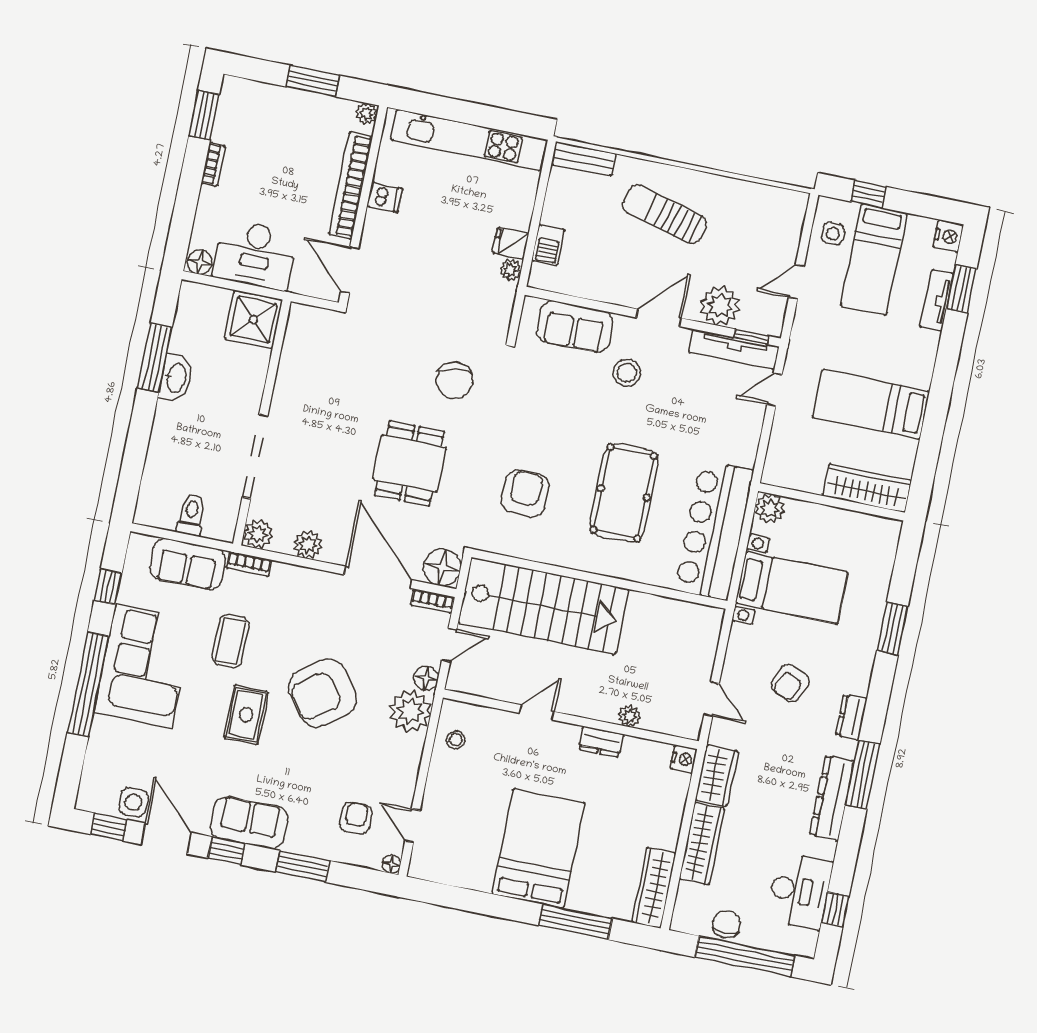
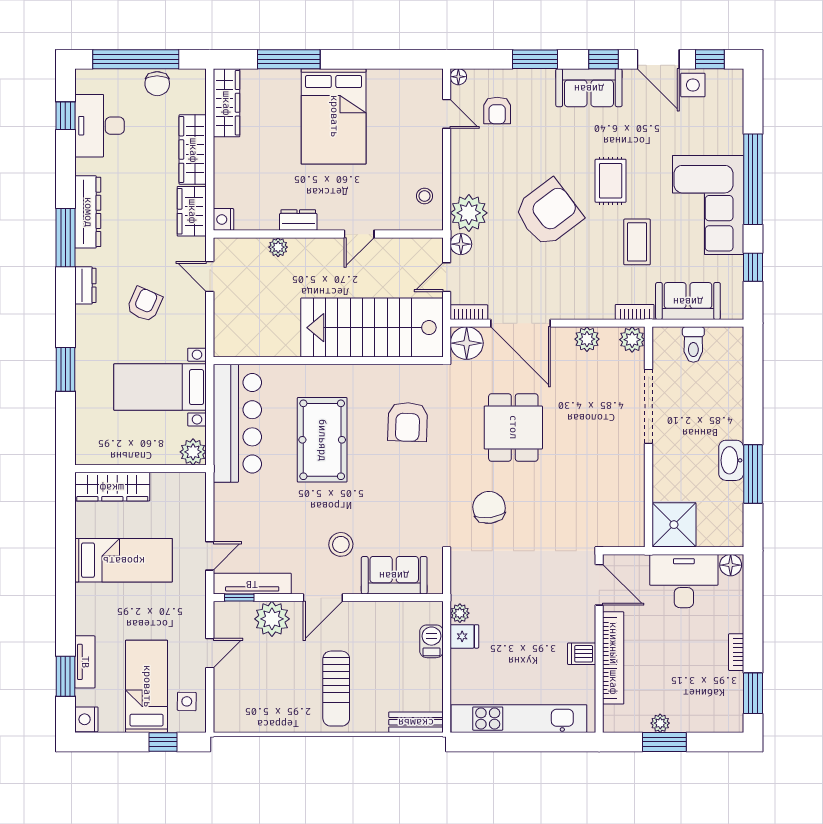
plant: (367, 114) -> (660, 723), moved
sun lounger: (664, 214) -> (336, 689), turned 75

